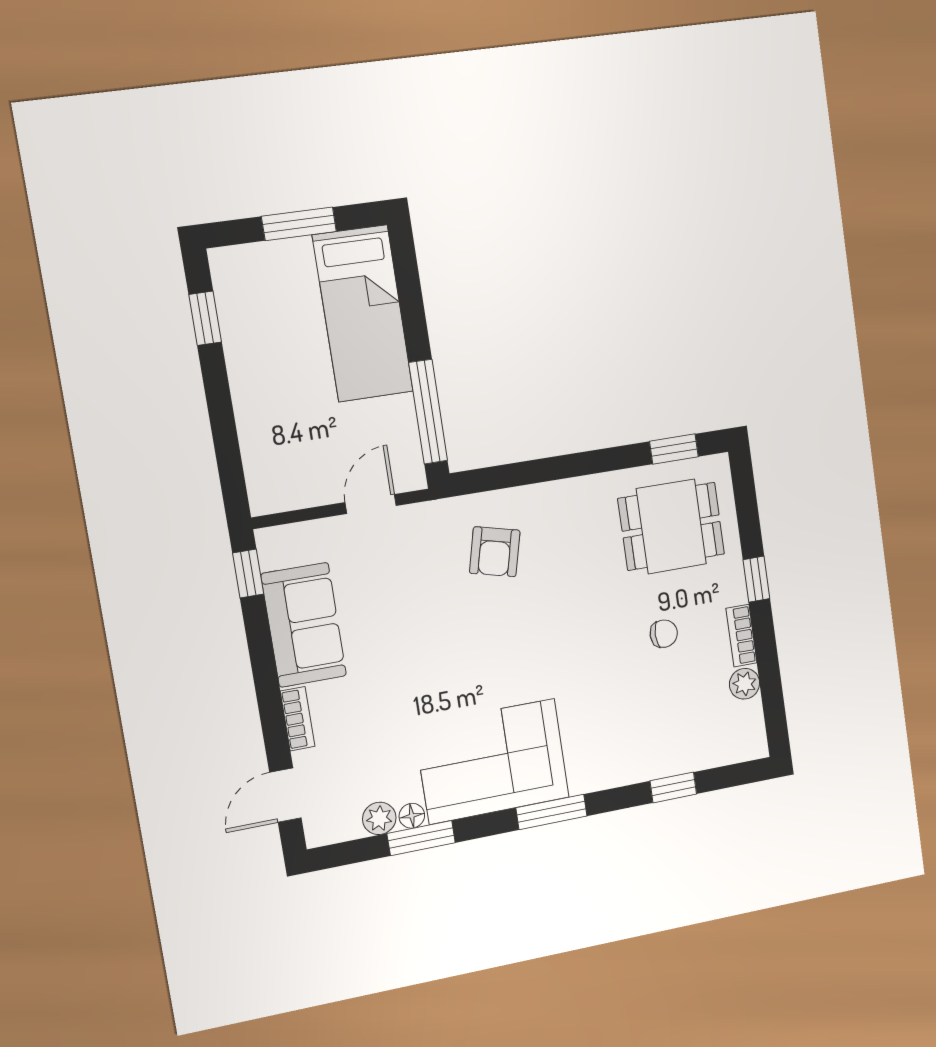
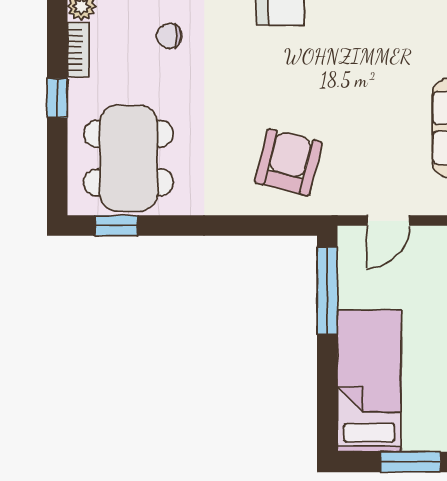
dining table: (671, 526) -> (129, 158), width x1.38
armchair: (495, 552) -> (288, 162), width x1.38, depth x1.38
chair: (664, 634) -> (169, 36), moved

